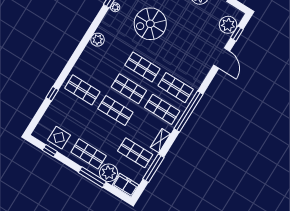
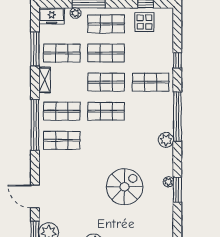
window: (78, 52) -> (177, 117), added
shop shelf: (142, 67) -> (106, 53), moved
plant: (109, 173) -> (76, 13), width x0.53, depth x0.53

